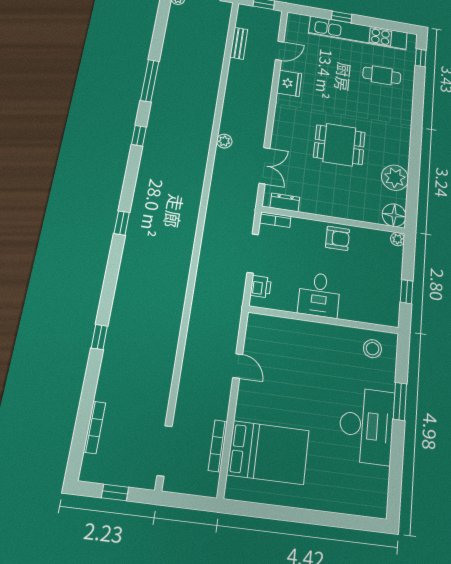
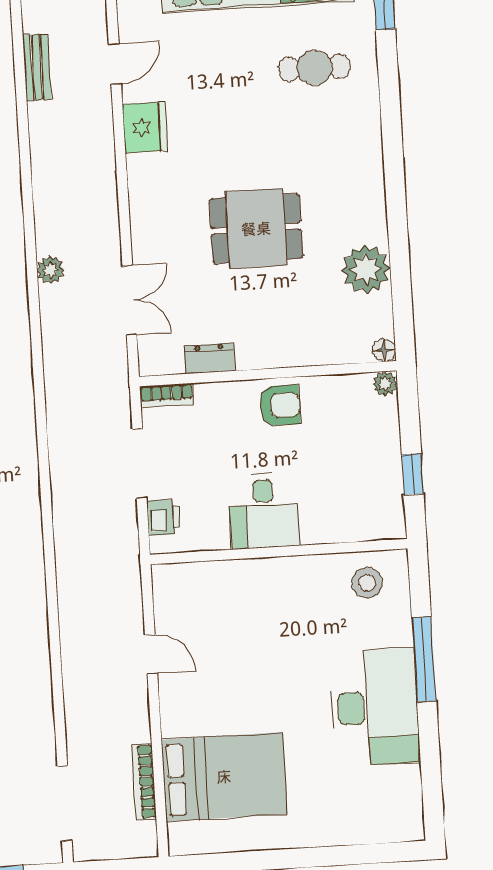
dresser: (285, 202) -> (210, 358), moved
floor lamp: (394, 215) -> (384, 350), width x0.53, depth x0.53
window: (400, 401) -> (424, 659), width x1.44

